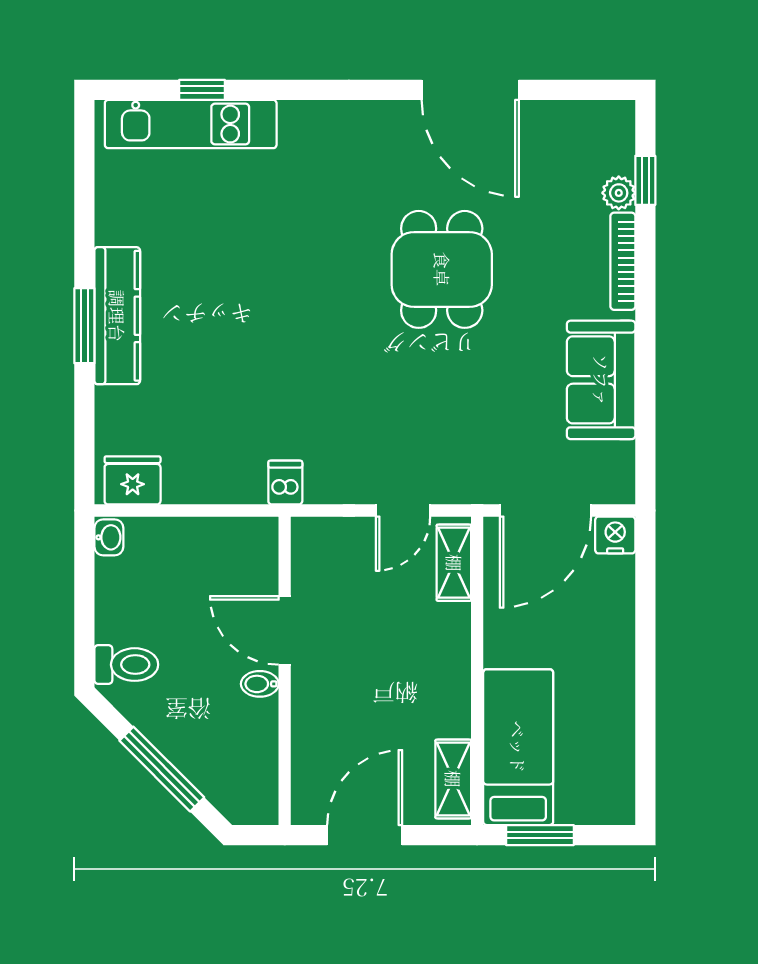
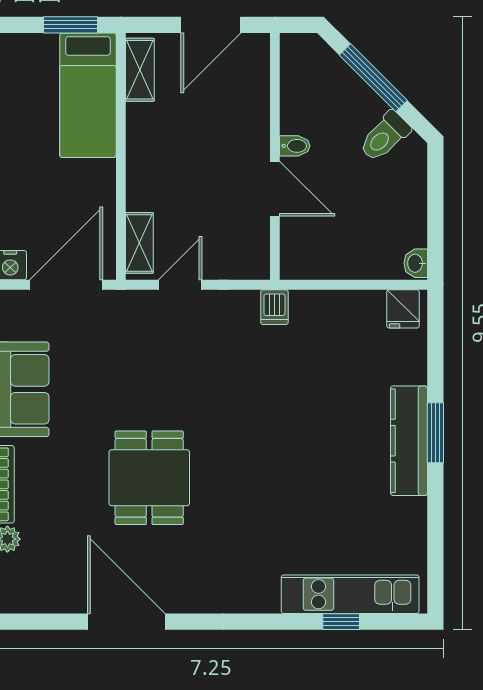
fridge: (133, 480) -> (403, 309), width x0.72
toilet: (126, 665) -> (385, 136), moved, turned -45

